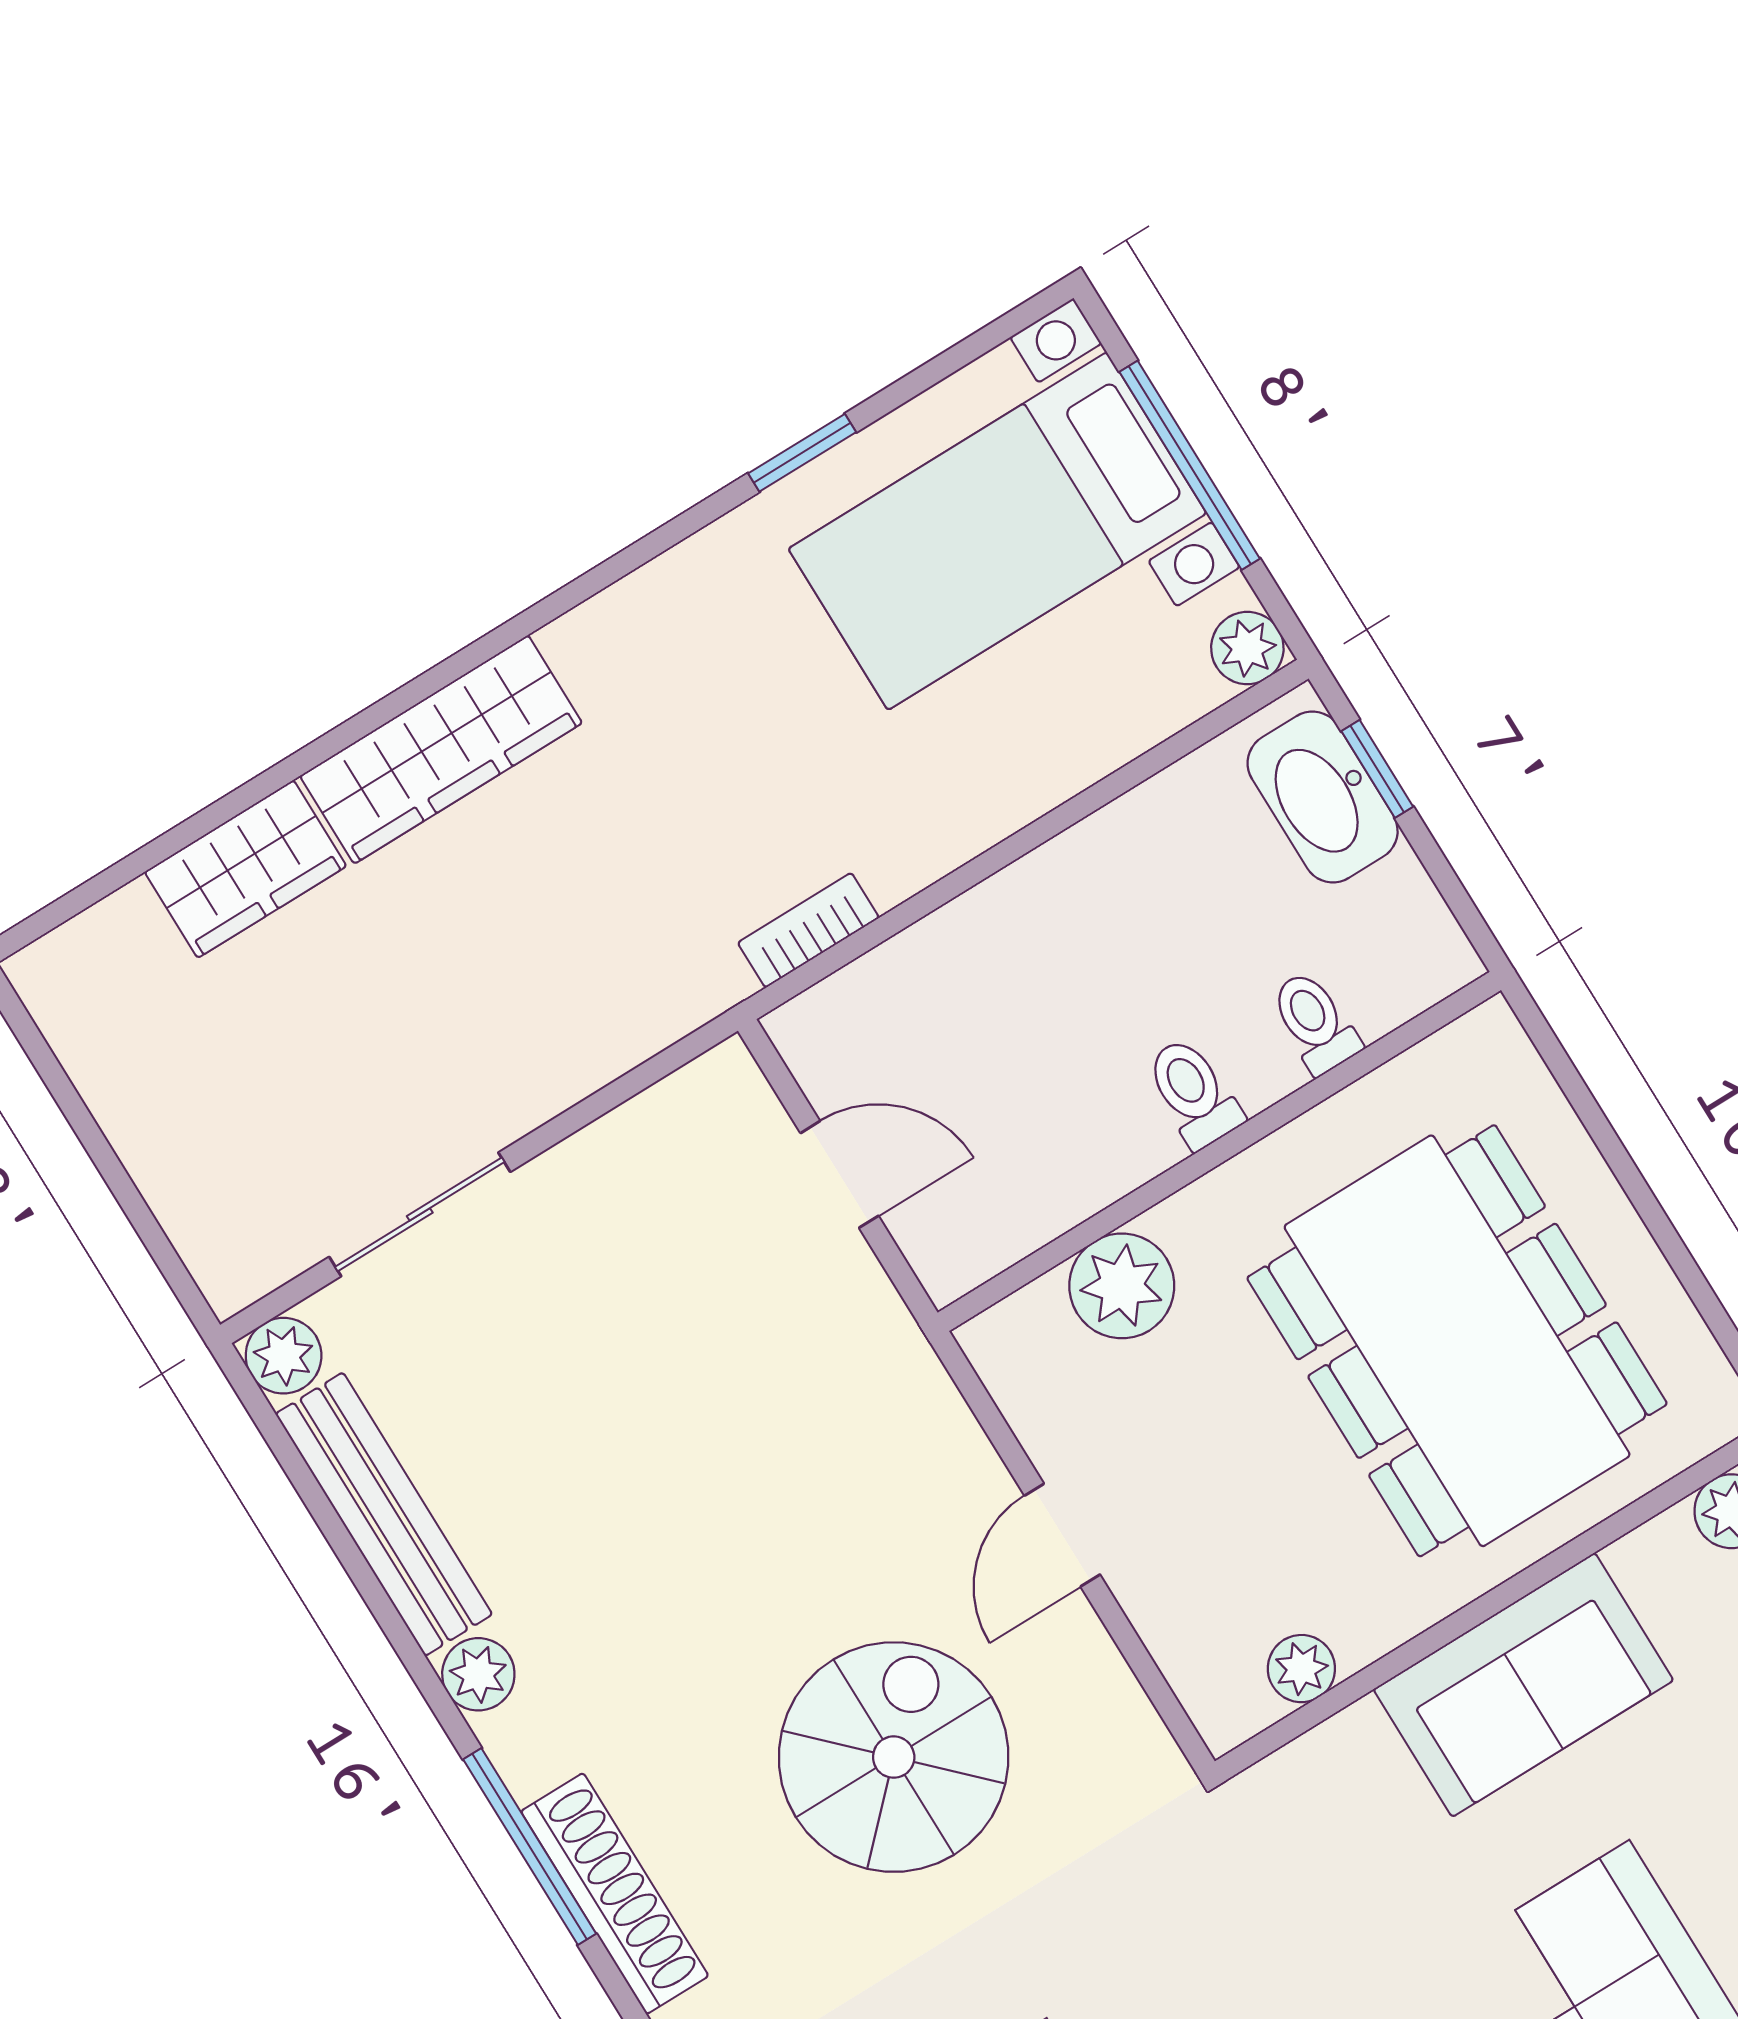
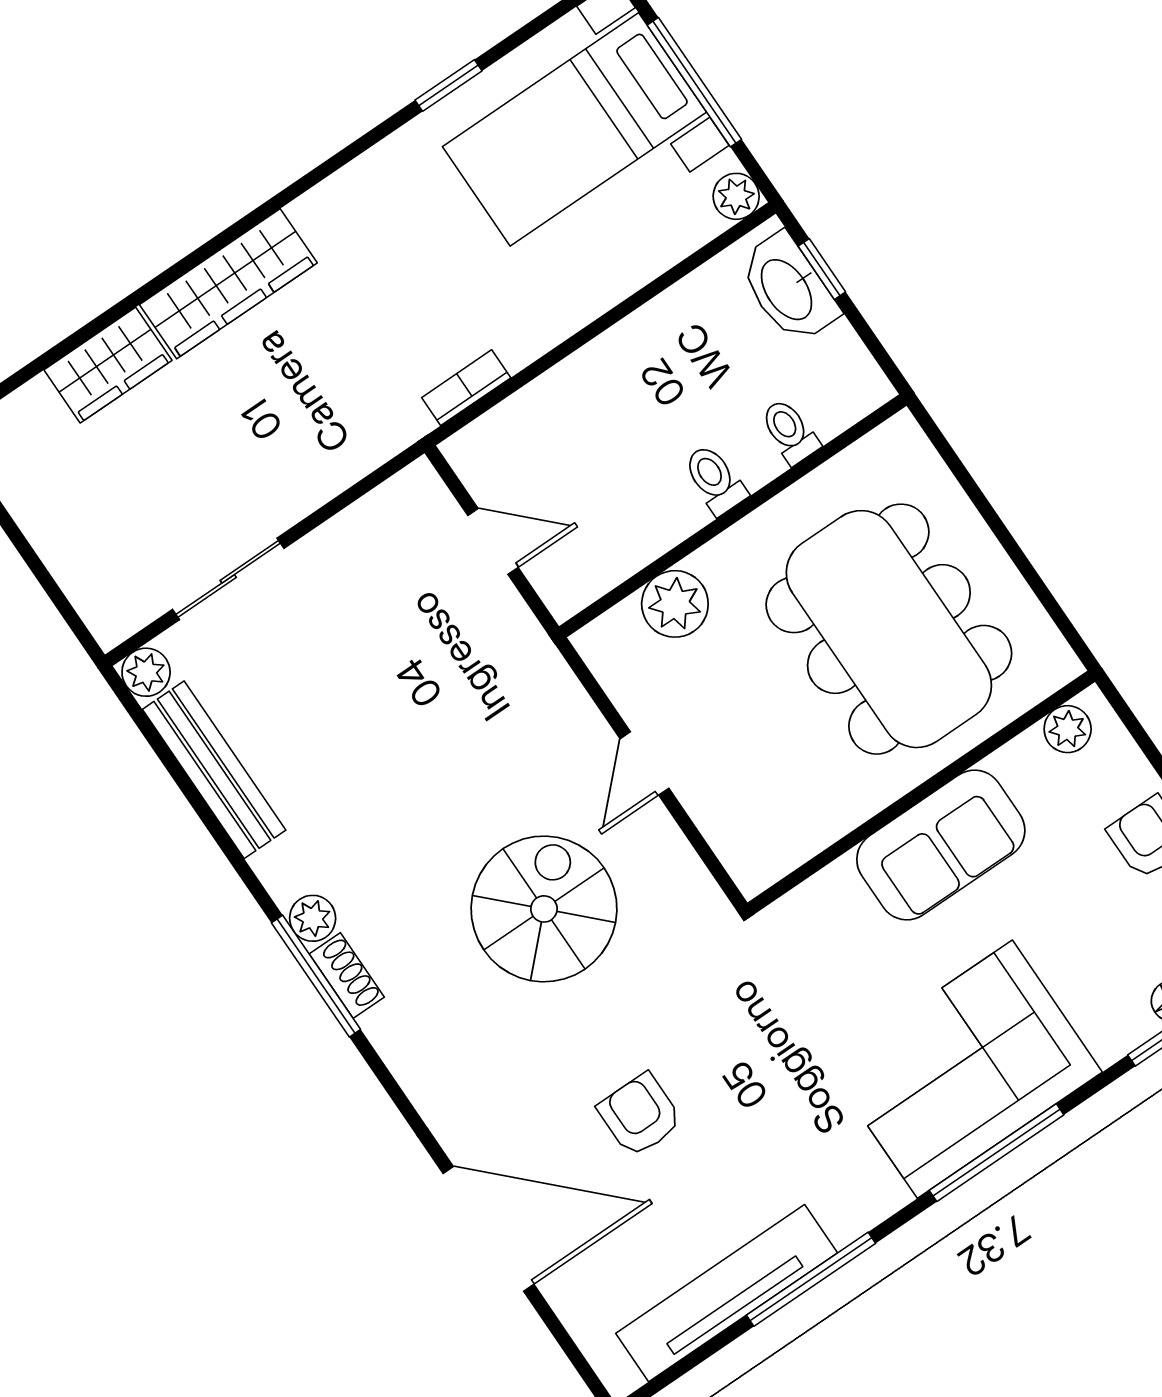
plant: (1301, 1669) -> (800, 841), removed
plant: (478, 1674) -> (313, 918), moved
shoe rack: (615, 1894) -> (347, 976), width x0.51, depth x0.81

